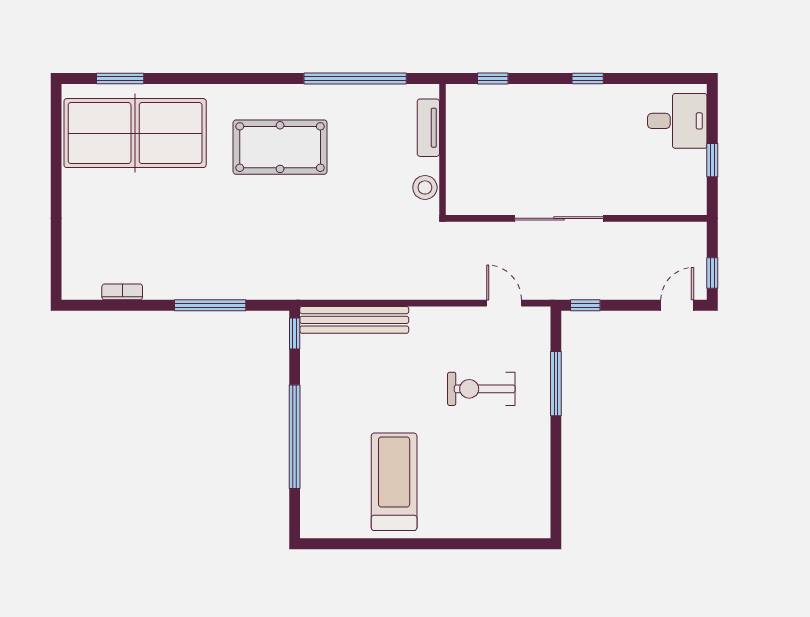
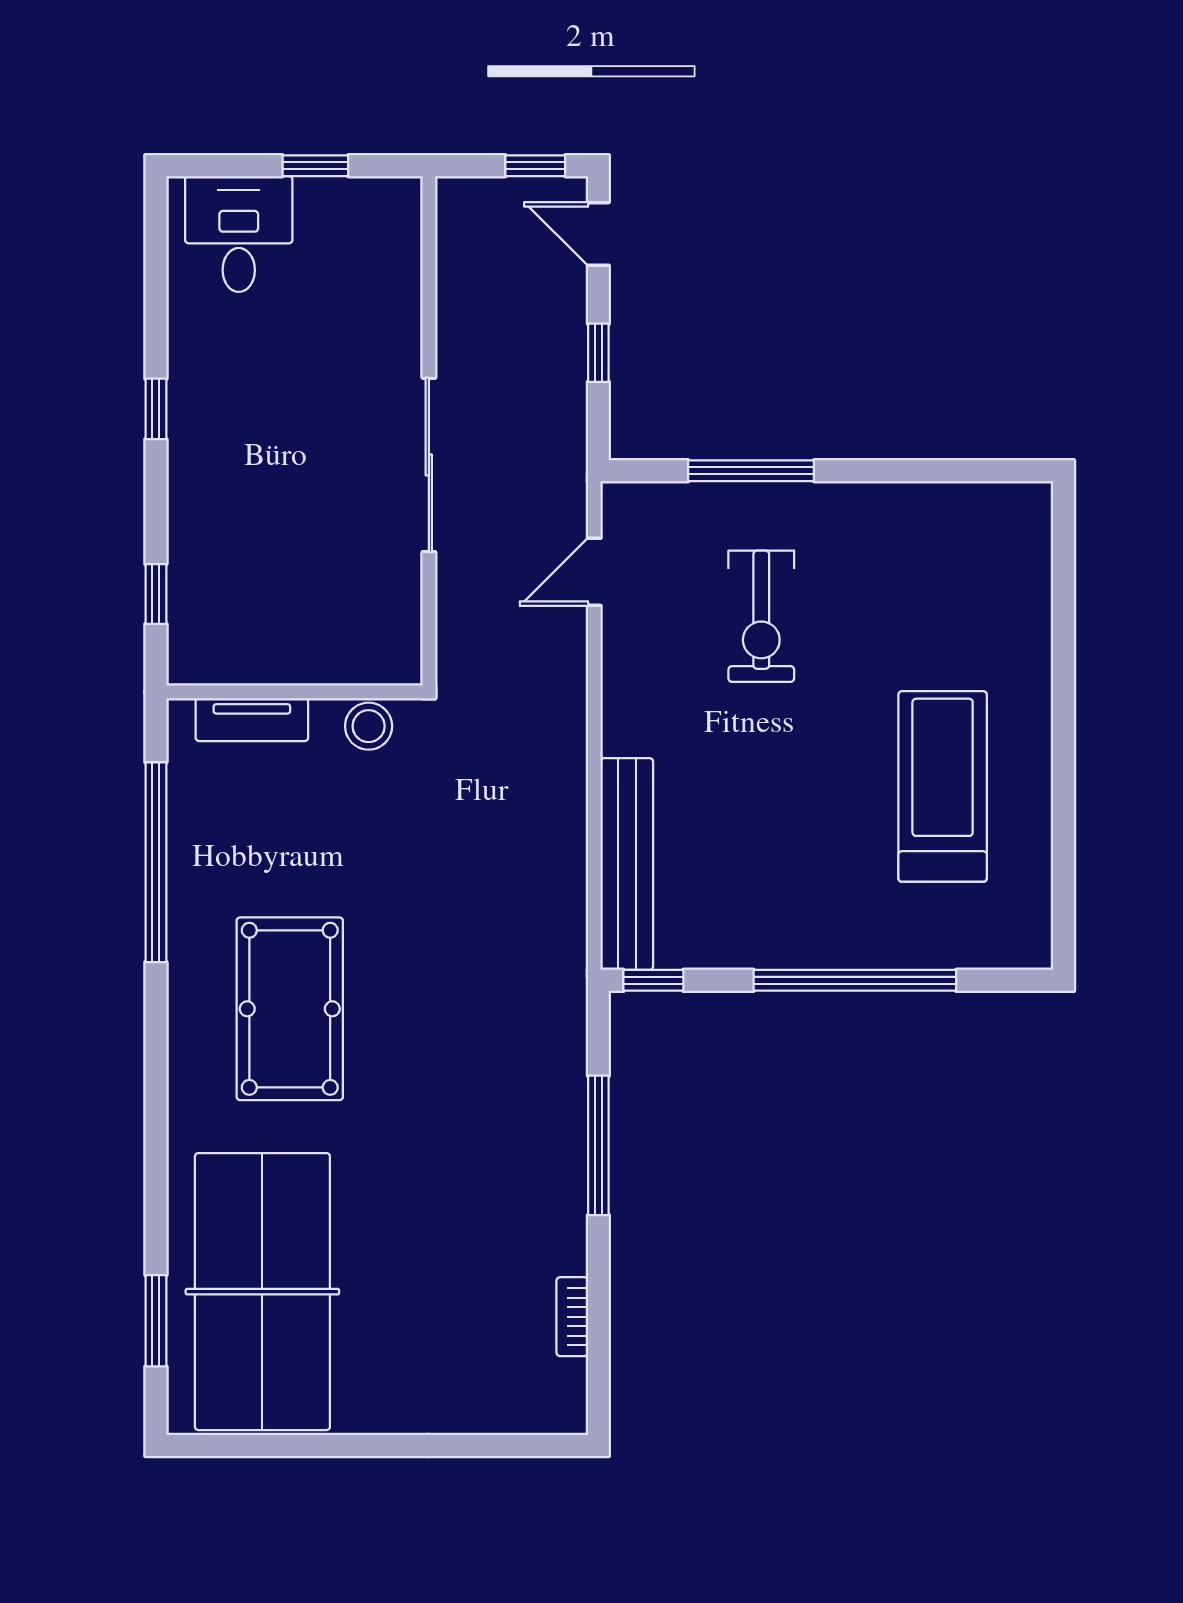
window: (585, 305) -> (598, 353), moved
treadmill: (394, 482) -> (943, 786), turned 90

